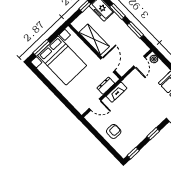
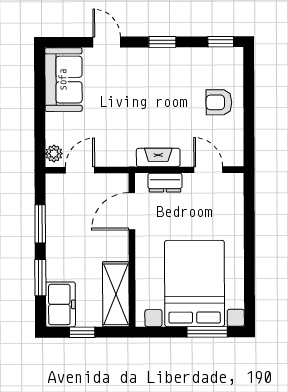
shelving: (94, 39) -> (116, 294), moved

